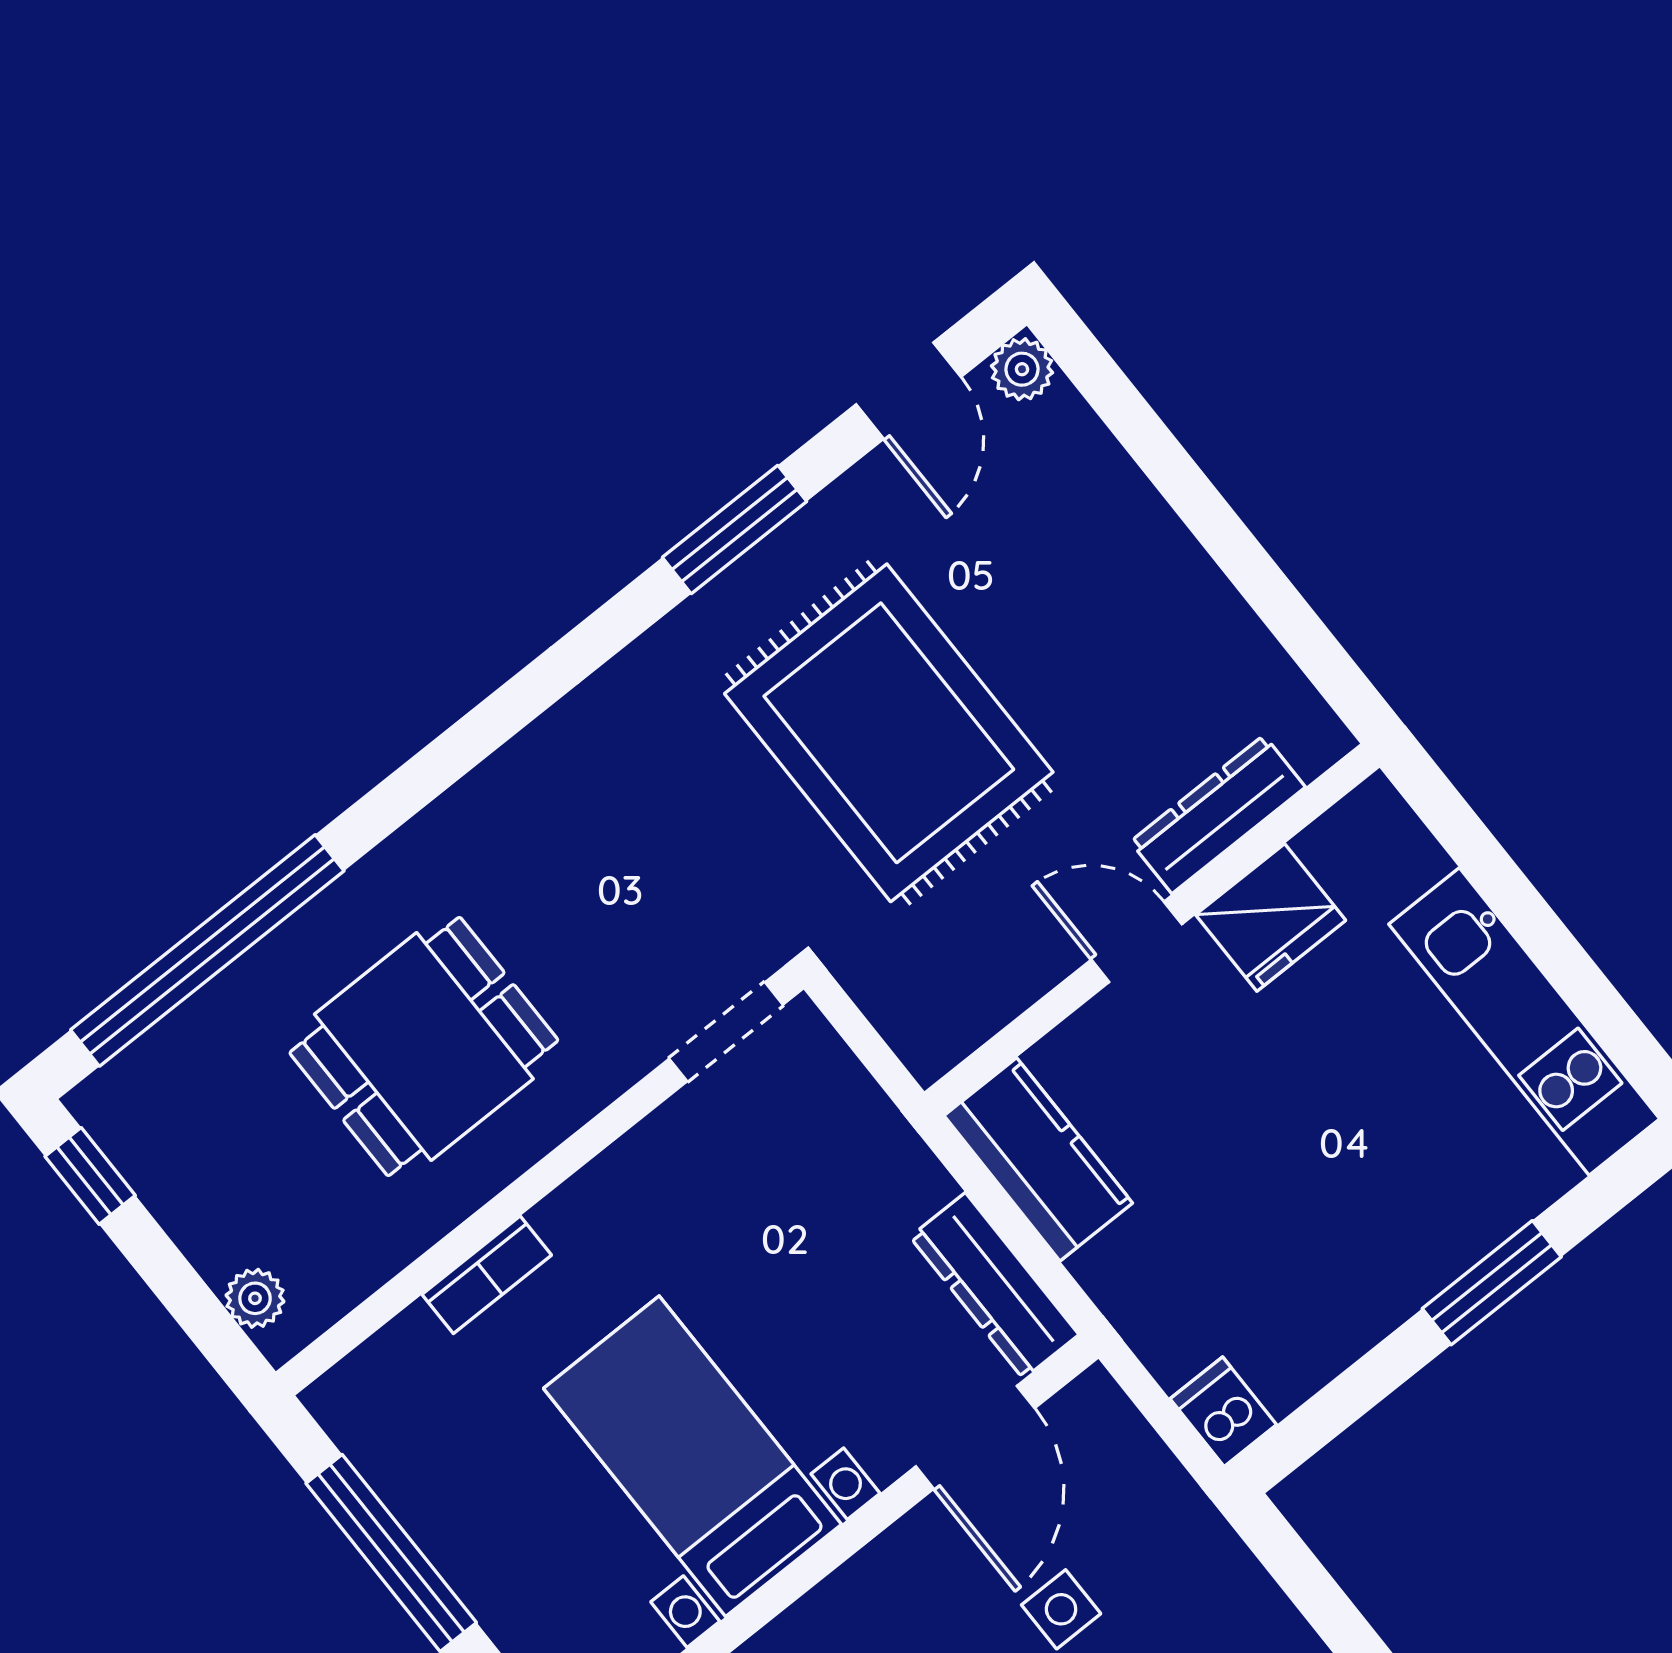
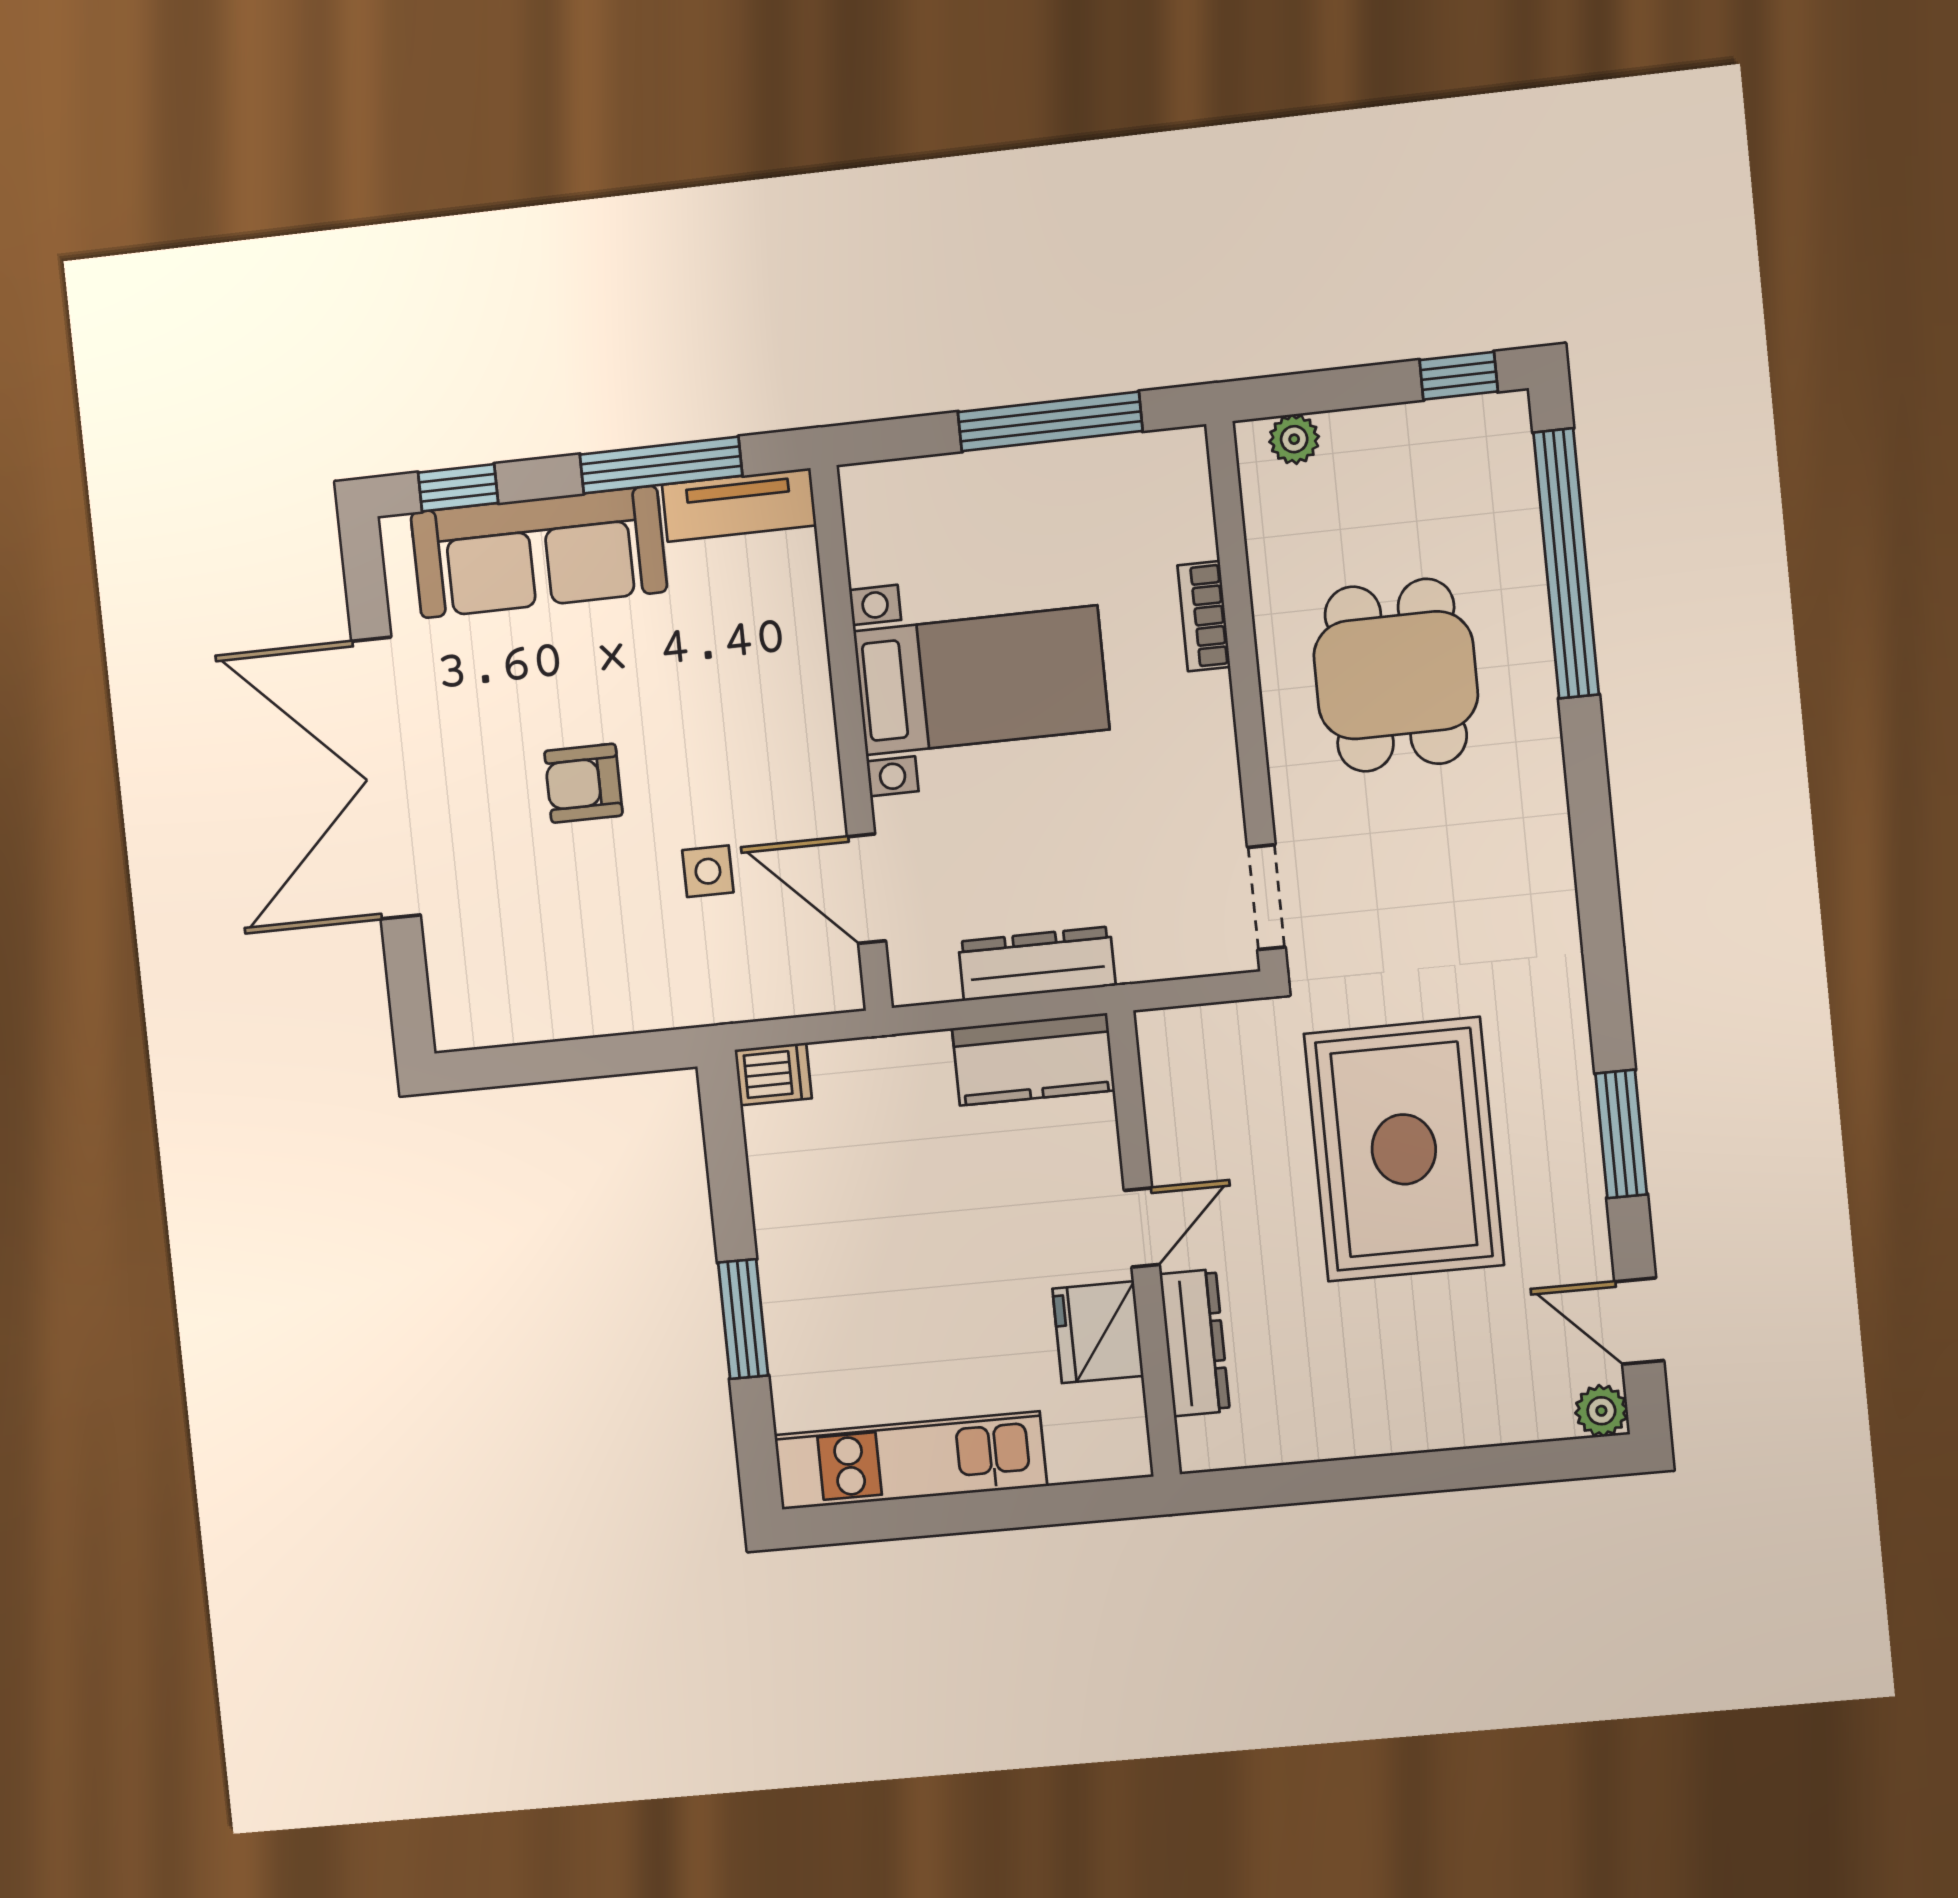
rug: (889, 733) -> (1404, 1149), turned 90
dresser: (994, 1286) -> (1037, 964), moved

